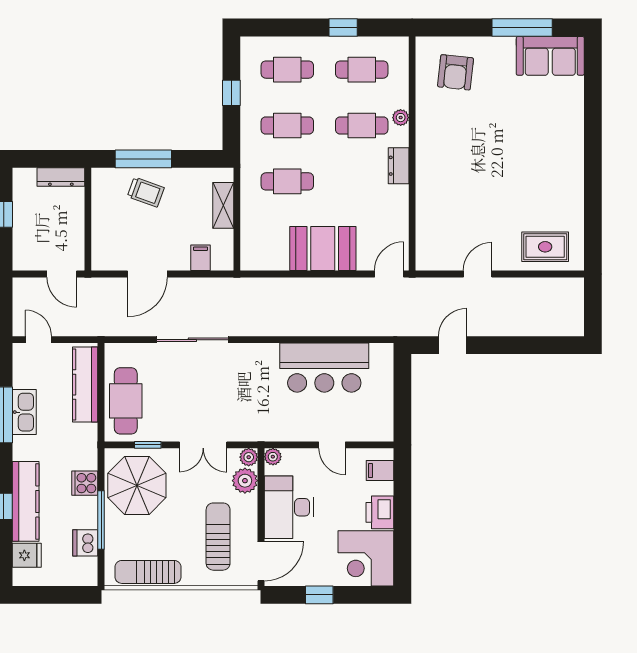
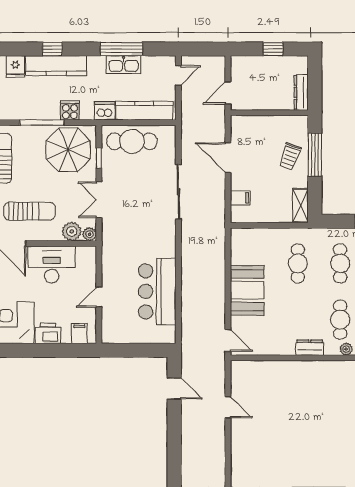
shelving: (223, 205) -> (300, 206), moved, turned 90
rug: (545, 247) -> (248, 458), removed
plant: (273, 457) -> (90, 252), removed
dishwasher: (85, 543) -> (105, 111), moved

